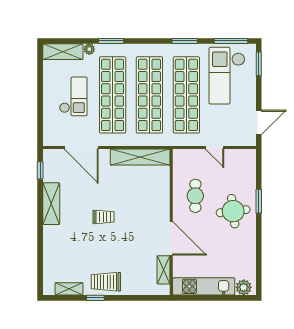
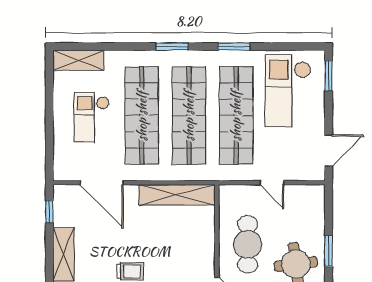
window: (111, 41) -> (172, 47), moved
window: (231, 41) -> (293, 47), removed
plant: (89, 49) -> (112, 57), removed
checkout: (73, 96) -> (92, 117), turned 180
cafe table: (195, 196) -> (248, 244), width x1.37, depth x1.35

